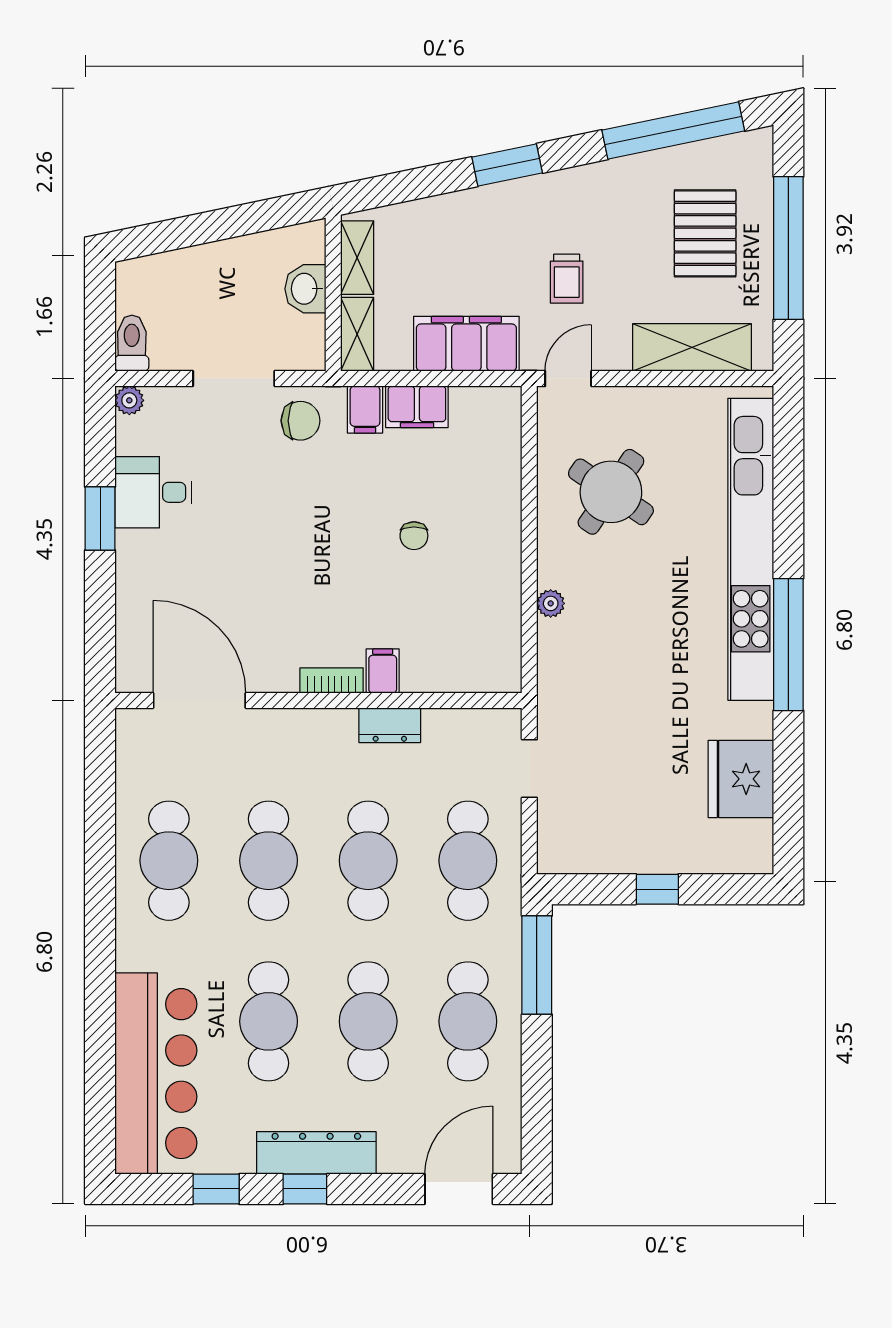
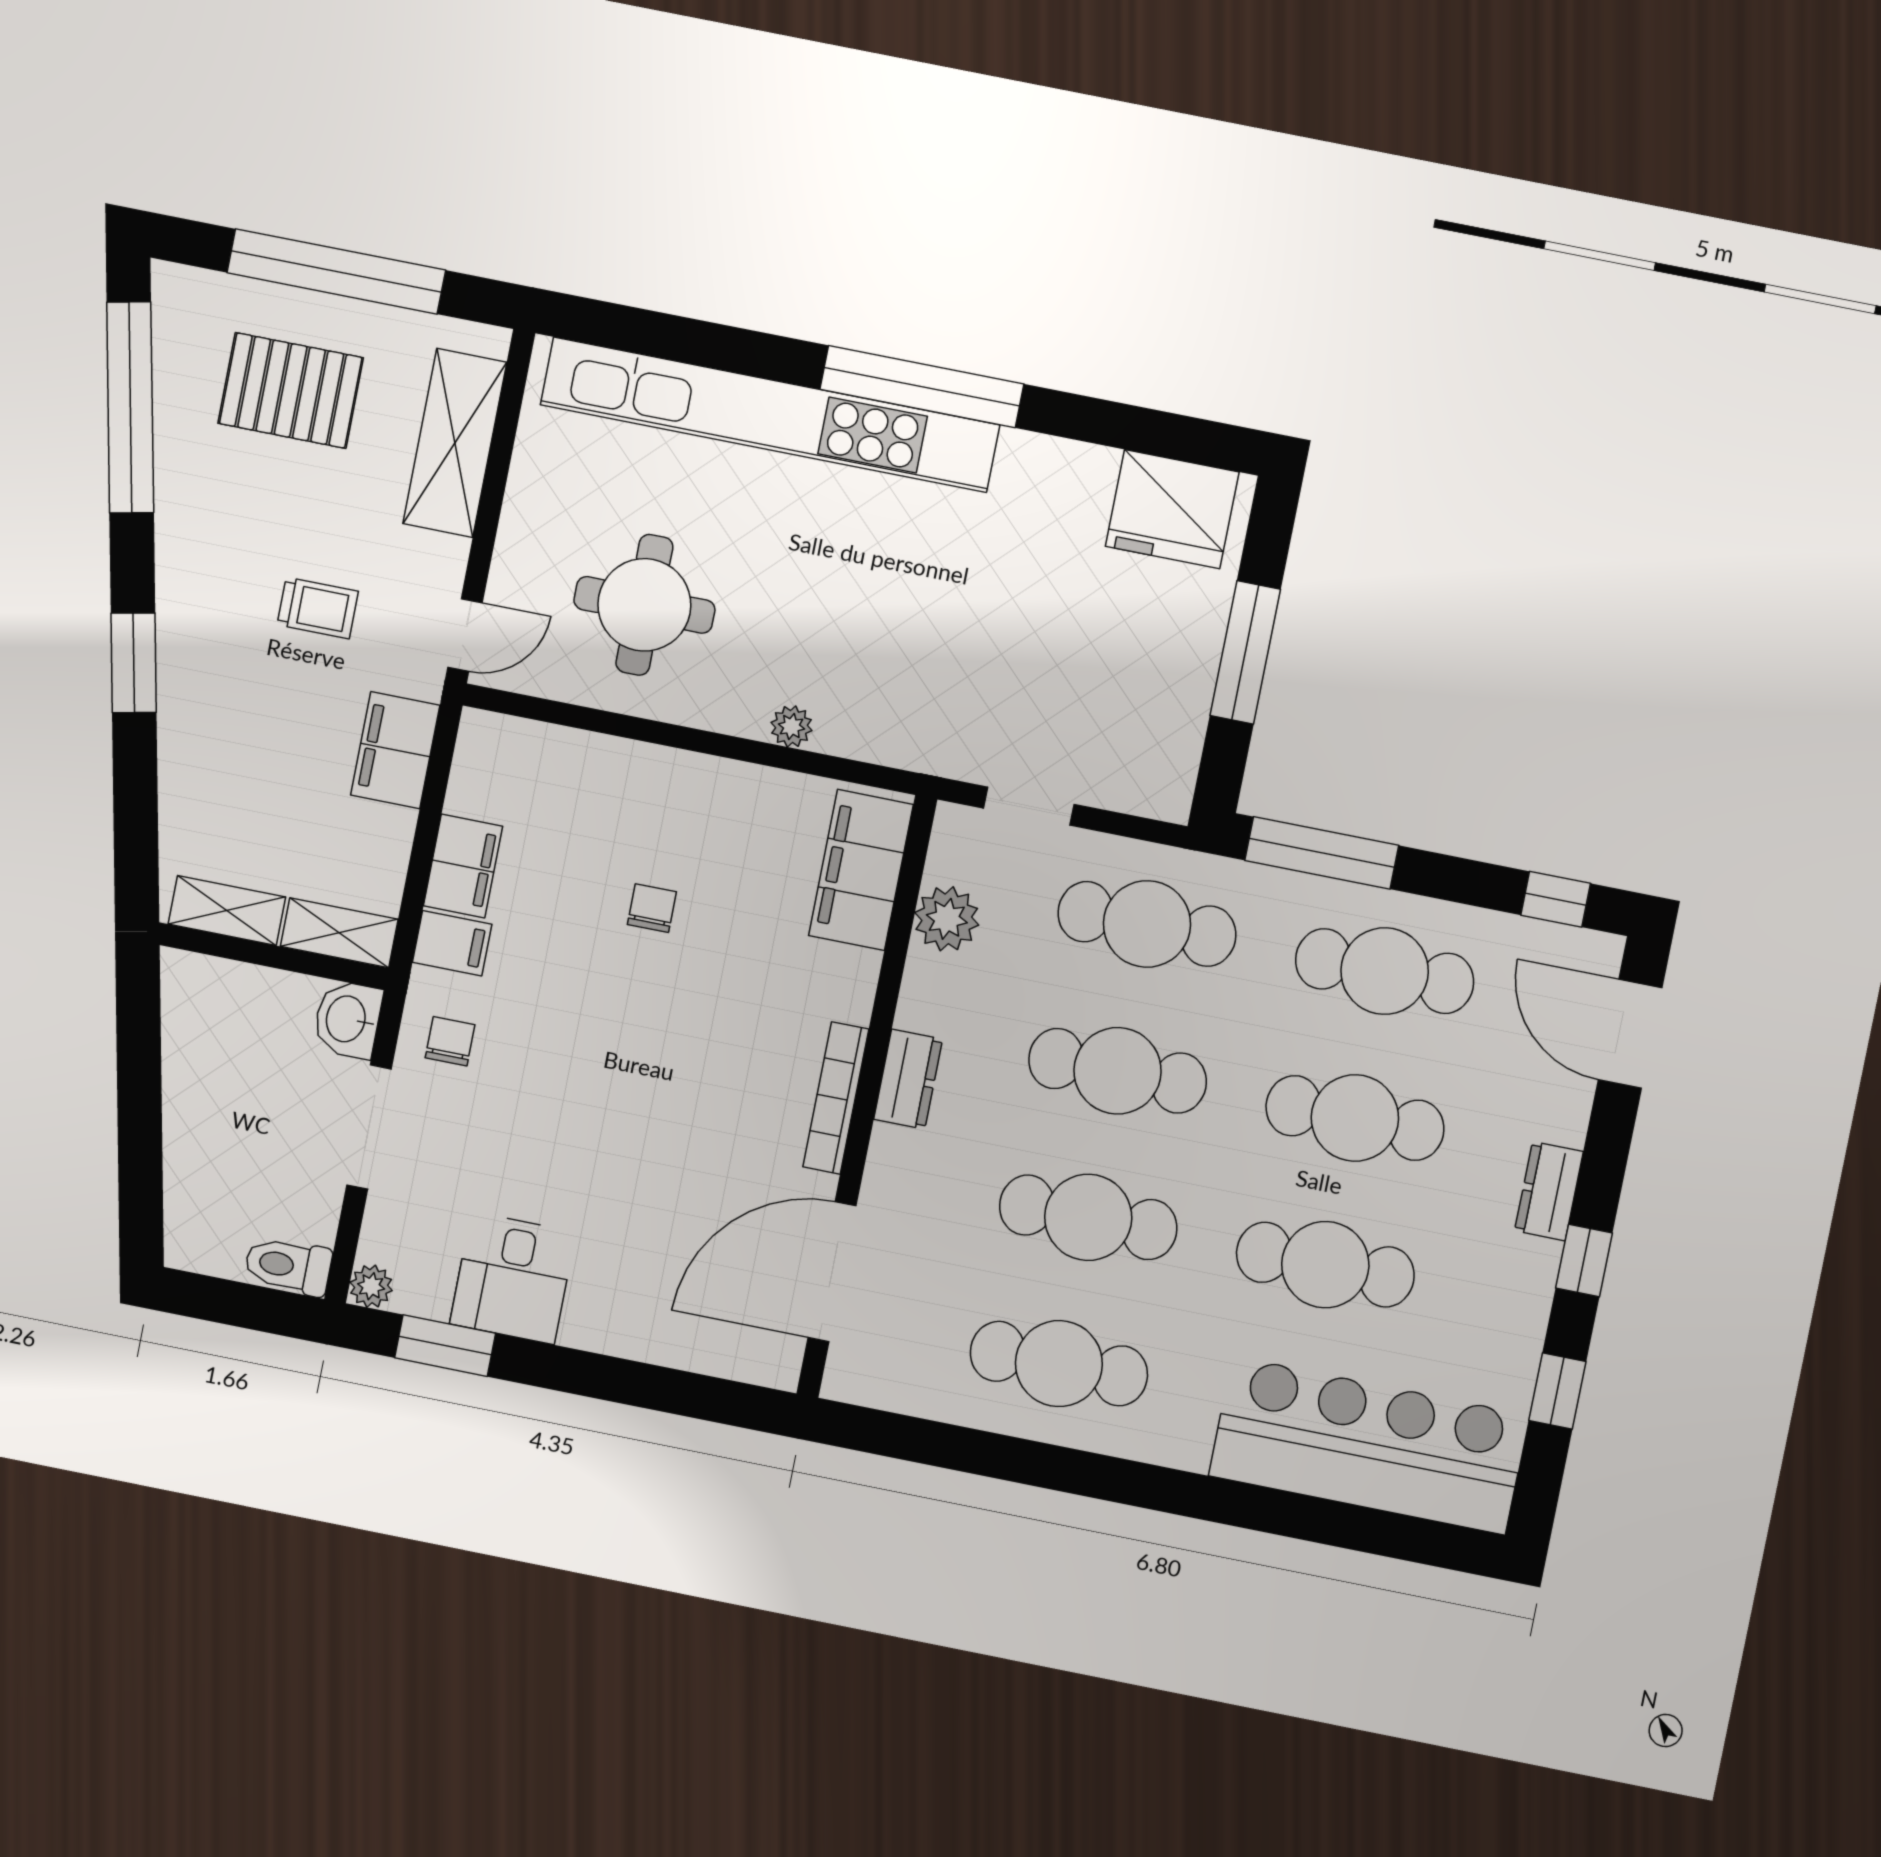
washbasin: (305, 289) -> (348, 1019), moved, turned 90
filing cabinet: (466, 344) -> (395, 750), width x0.67, depth x0.86
door: (568, 378) -> (465, 635), swing flipped
chair: (301, 421) -> (450, 1041), width x0.73, depth x0.73
round table: (611, 492) -> (644, 605), turned -34
window: (100, 518) -> (445, 1346), moved
chair: (414, 536) -> (652, 908), turned -90
filing cabinet: (383, 671) -> (861, 870), moved, width x3.00, depth x1.17
bookcase: (332, 680) -> (836, 1098), width x1.56
dresser: (390, 725) -> (908, 1079), moved
plant: (445, 730) -> (947, 919), added
fridge: (741, 779) -> (1172, 509), moved
window: (657, 889) -> (1245, 652), width x2.17
window: (537, 1123) -> (1556, 899), added
dresser: (316, 1153) -> (1549, 1191), width x0.51, depth x0.80

